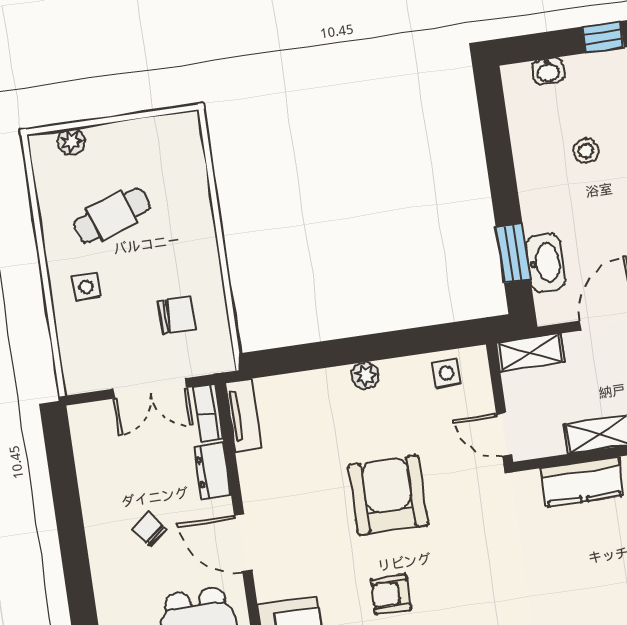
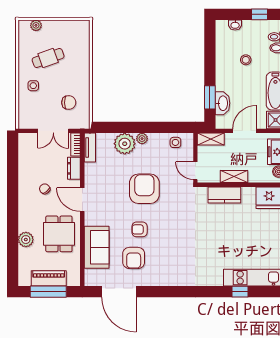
plant: (325, 394) -> (125, 144), added

